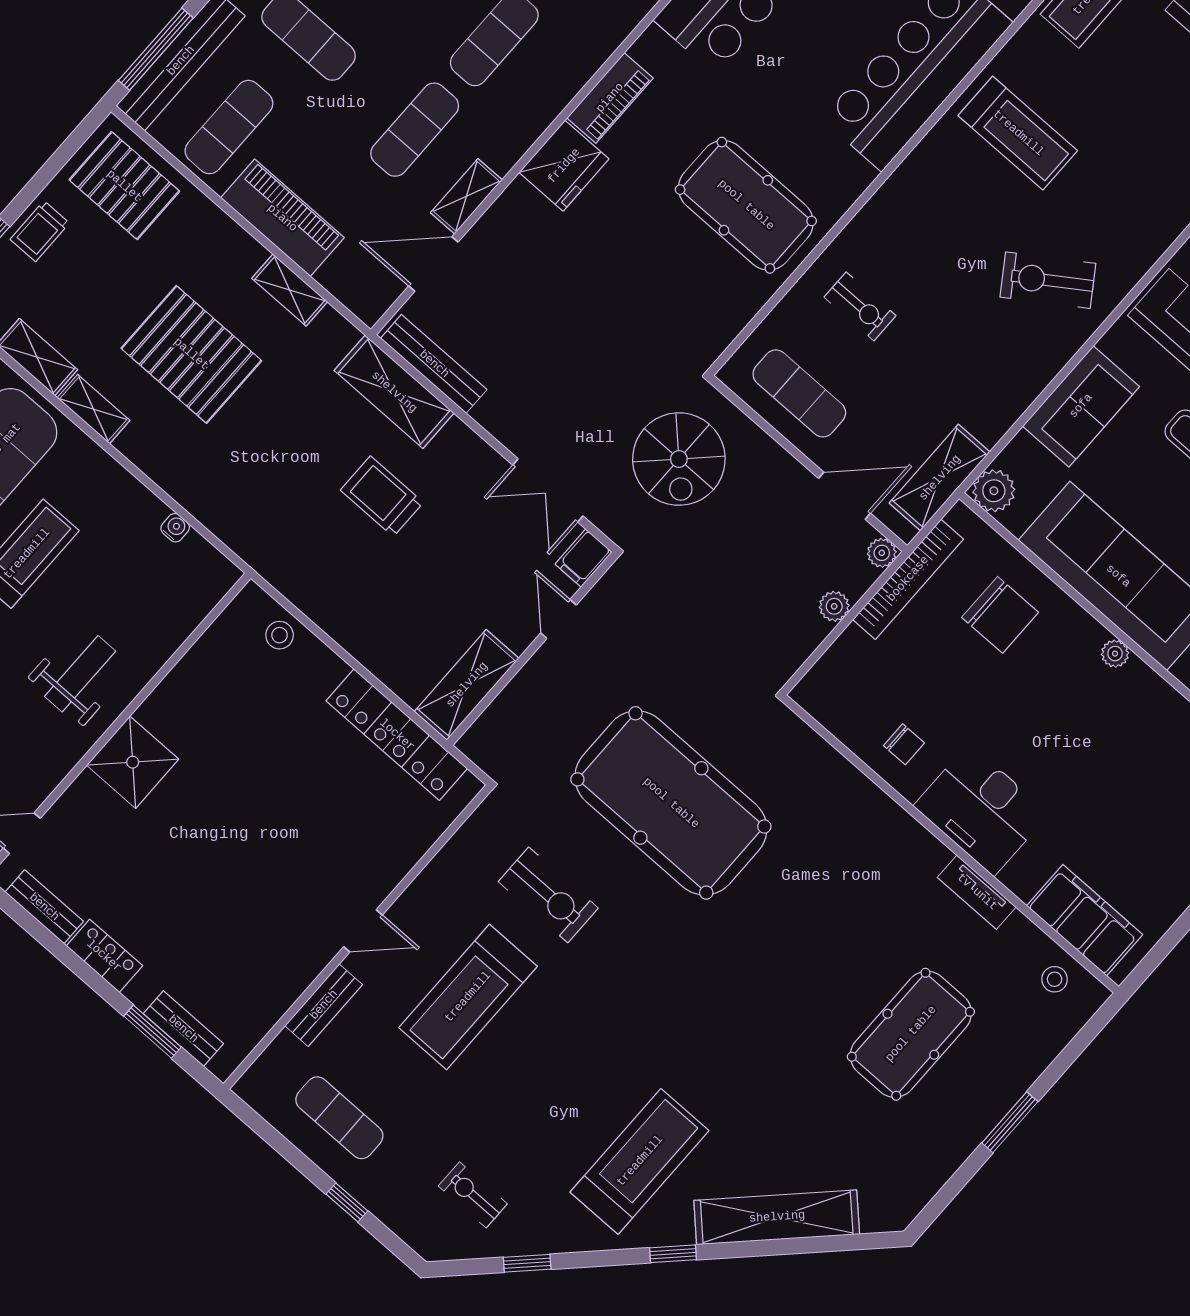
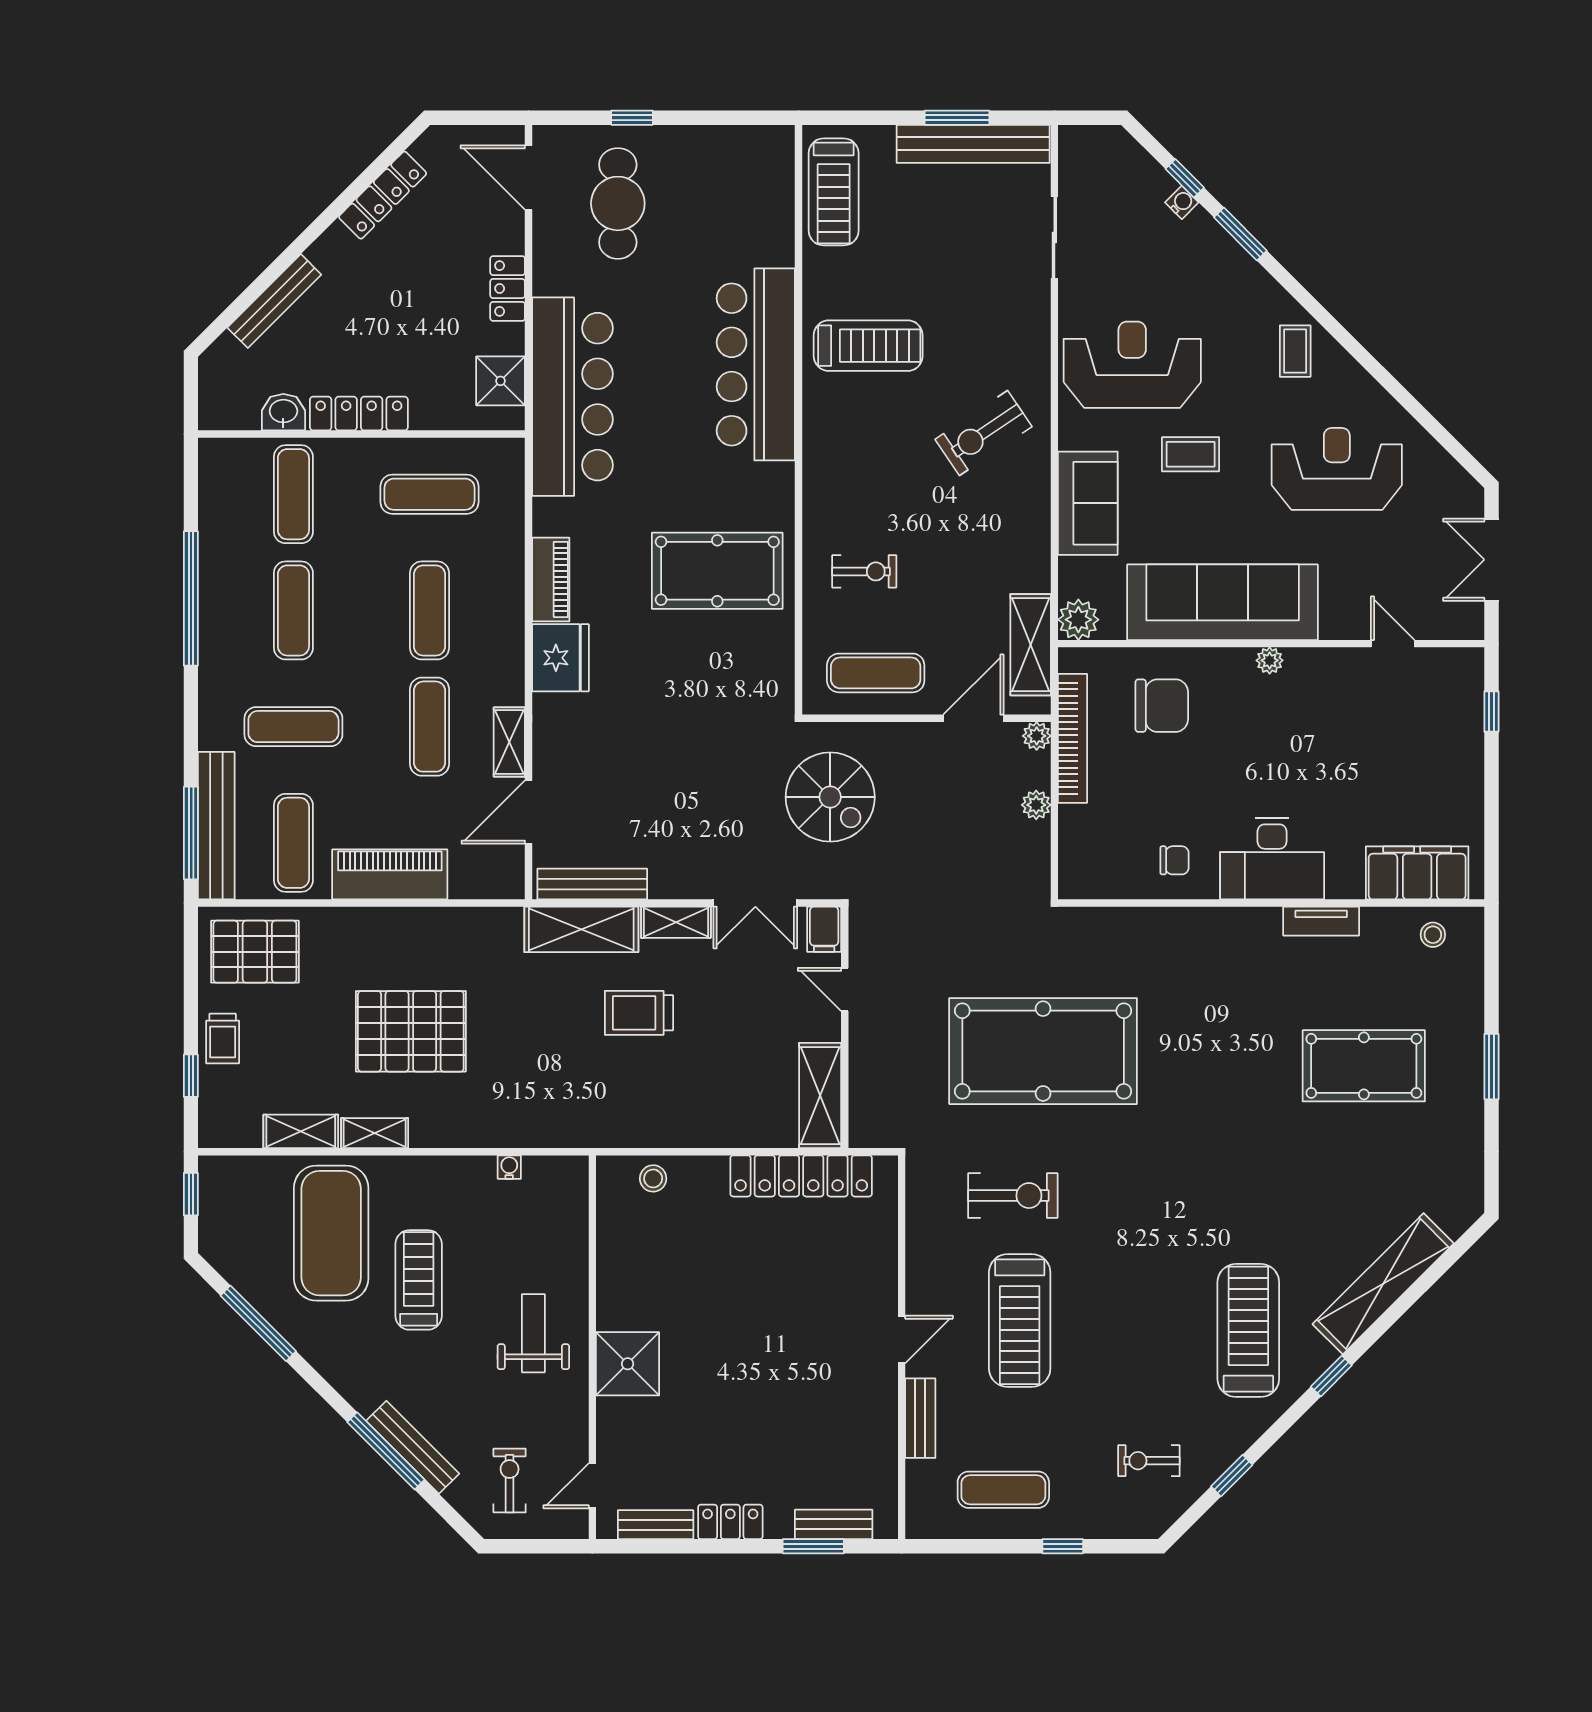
shelving: (290, 290) -> (676, 922), moved
pool table: (911, 1034) -> (1364, 1066), turned 90

